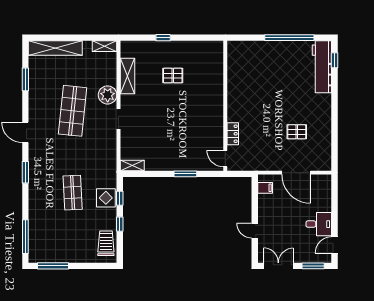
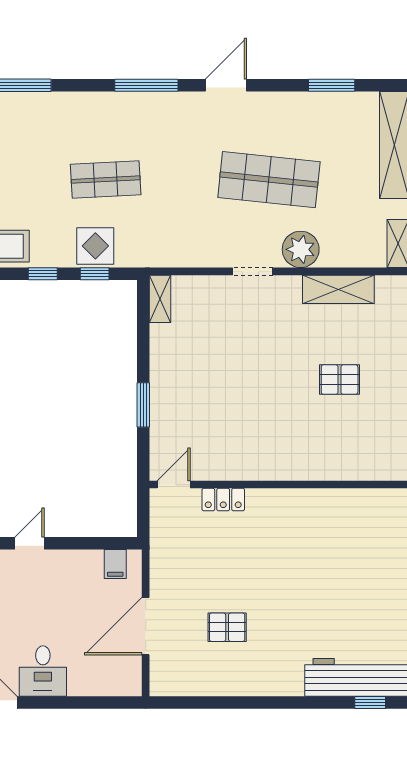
pallet: (173, 76) -> (340, 380), turned 90
pallet: (297, 132) -> (227, 627), turned 90
window: (25, 172) -> (146, 85), width x1.44

